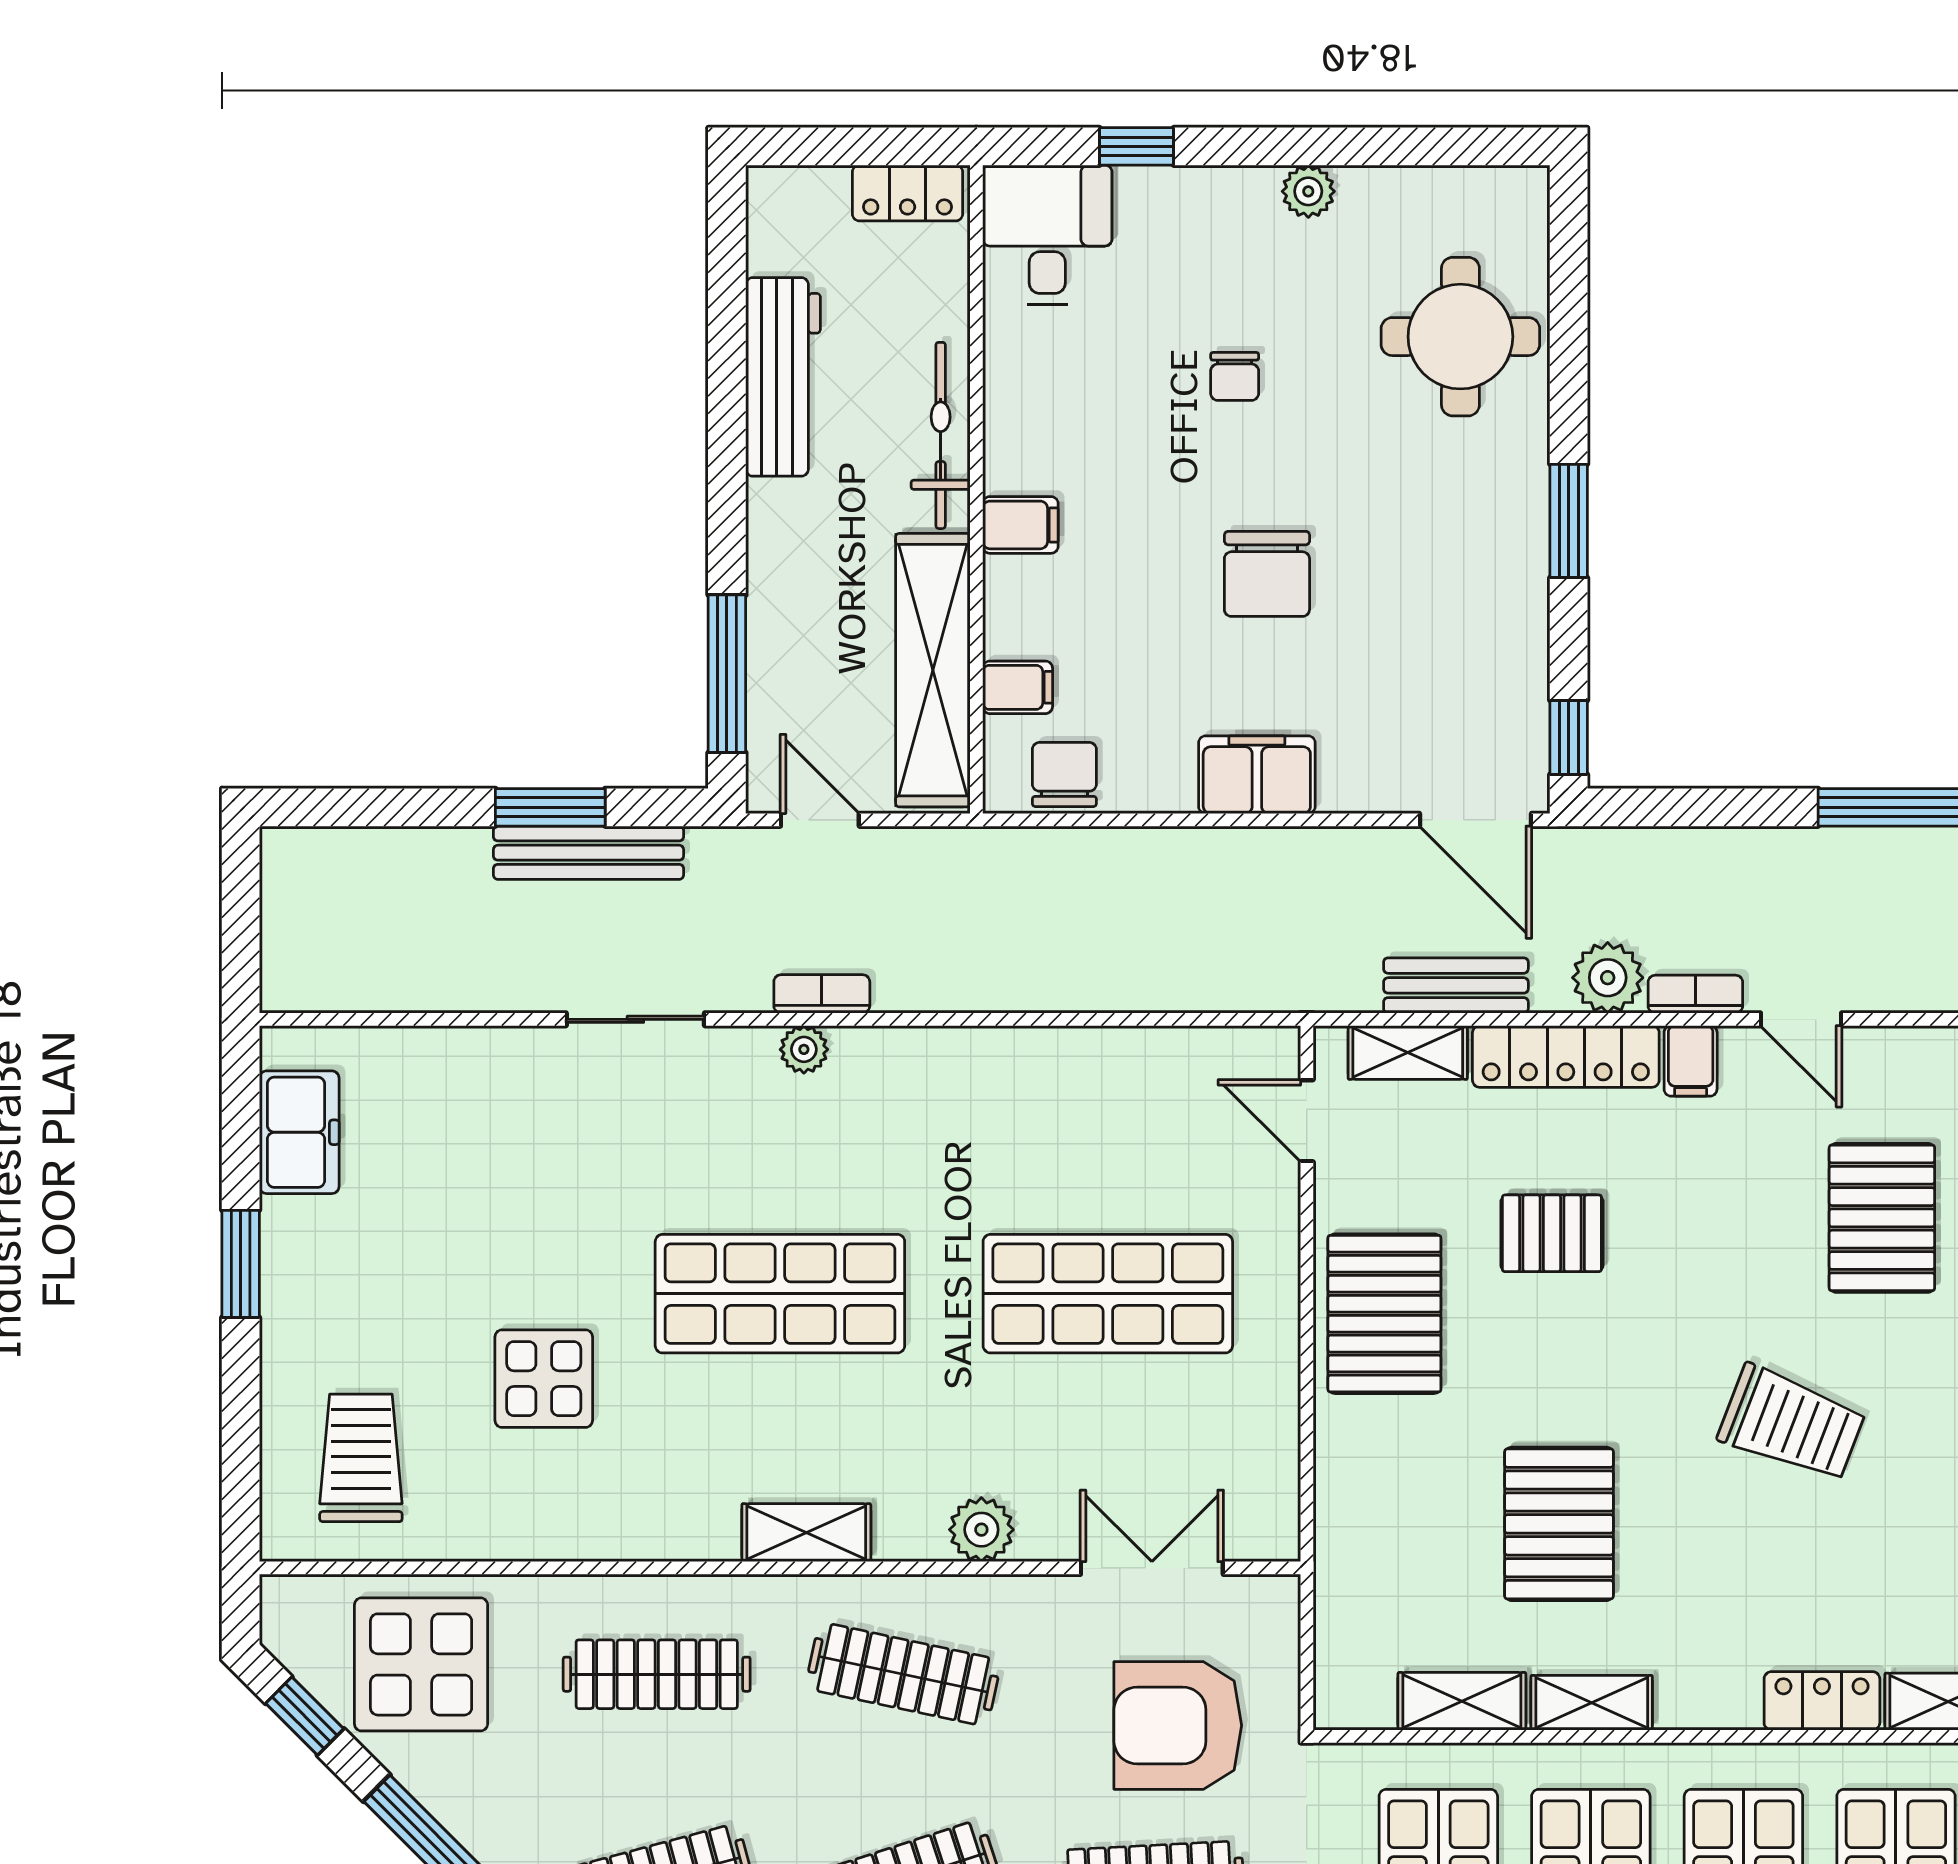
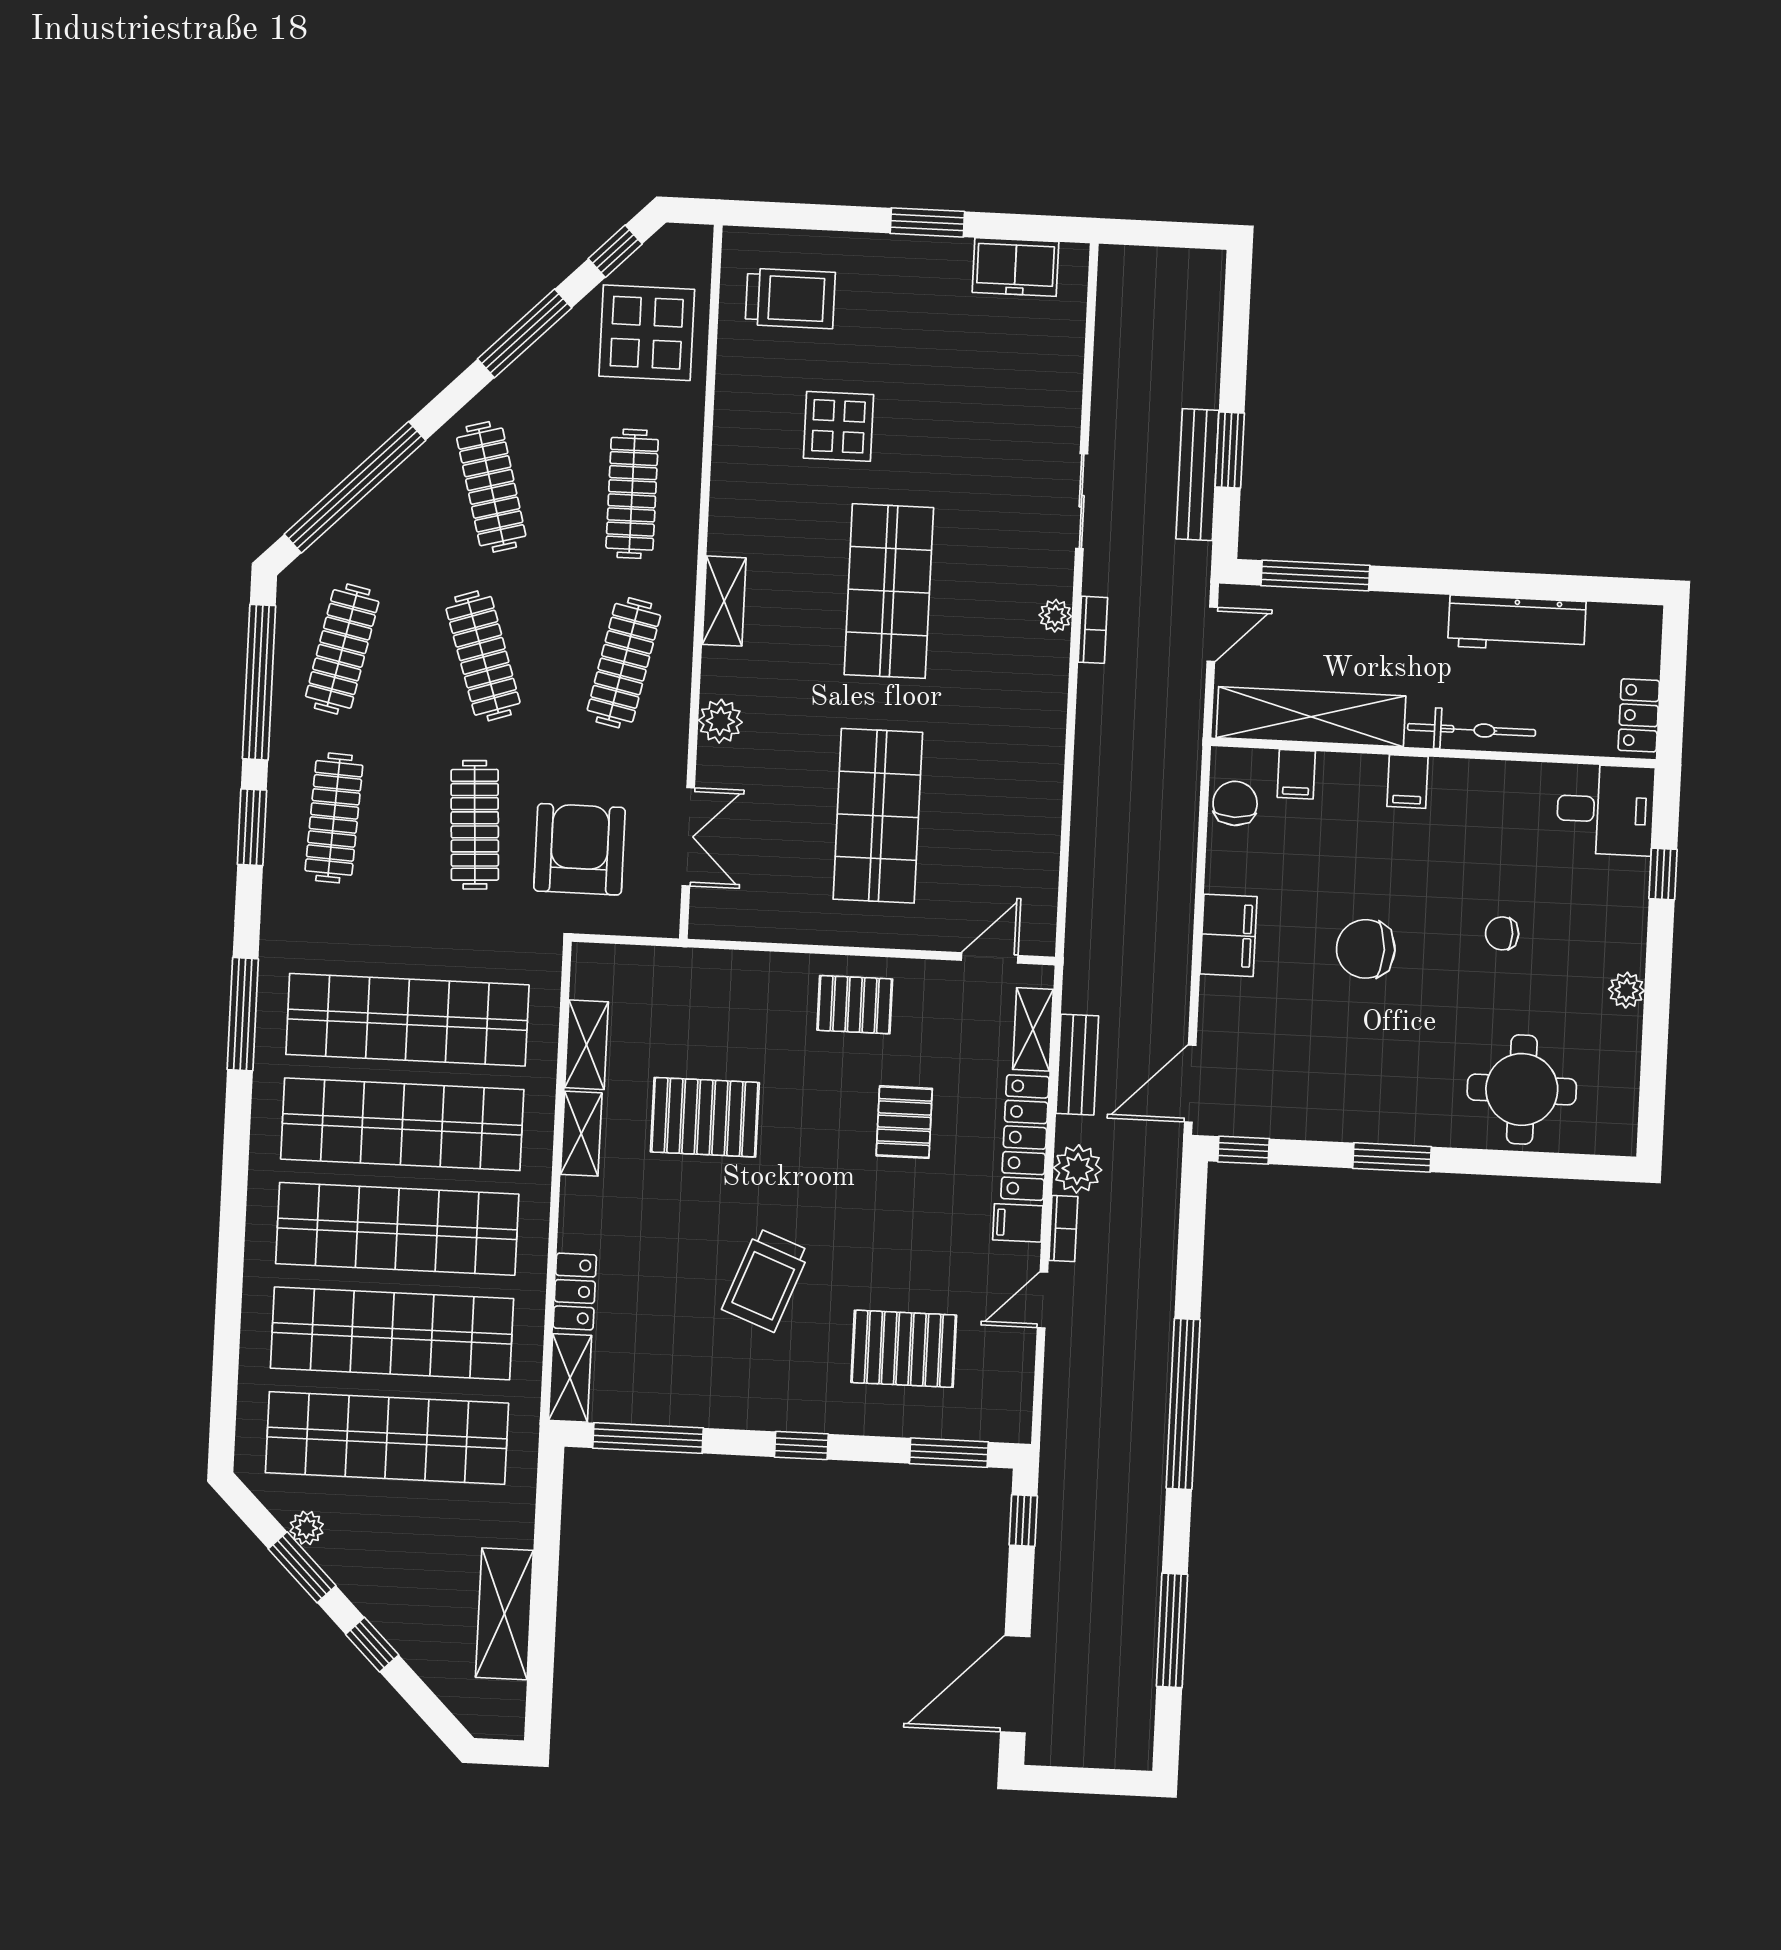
chair: (1064, 774) -> (1235, 803), turned -90
pallet: (1384, 1314) -> (855, 1005), width x0.67, depth x0.71

